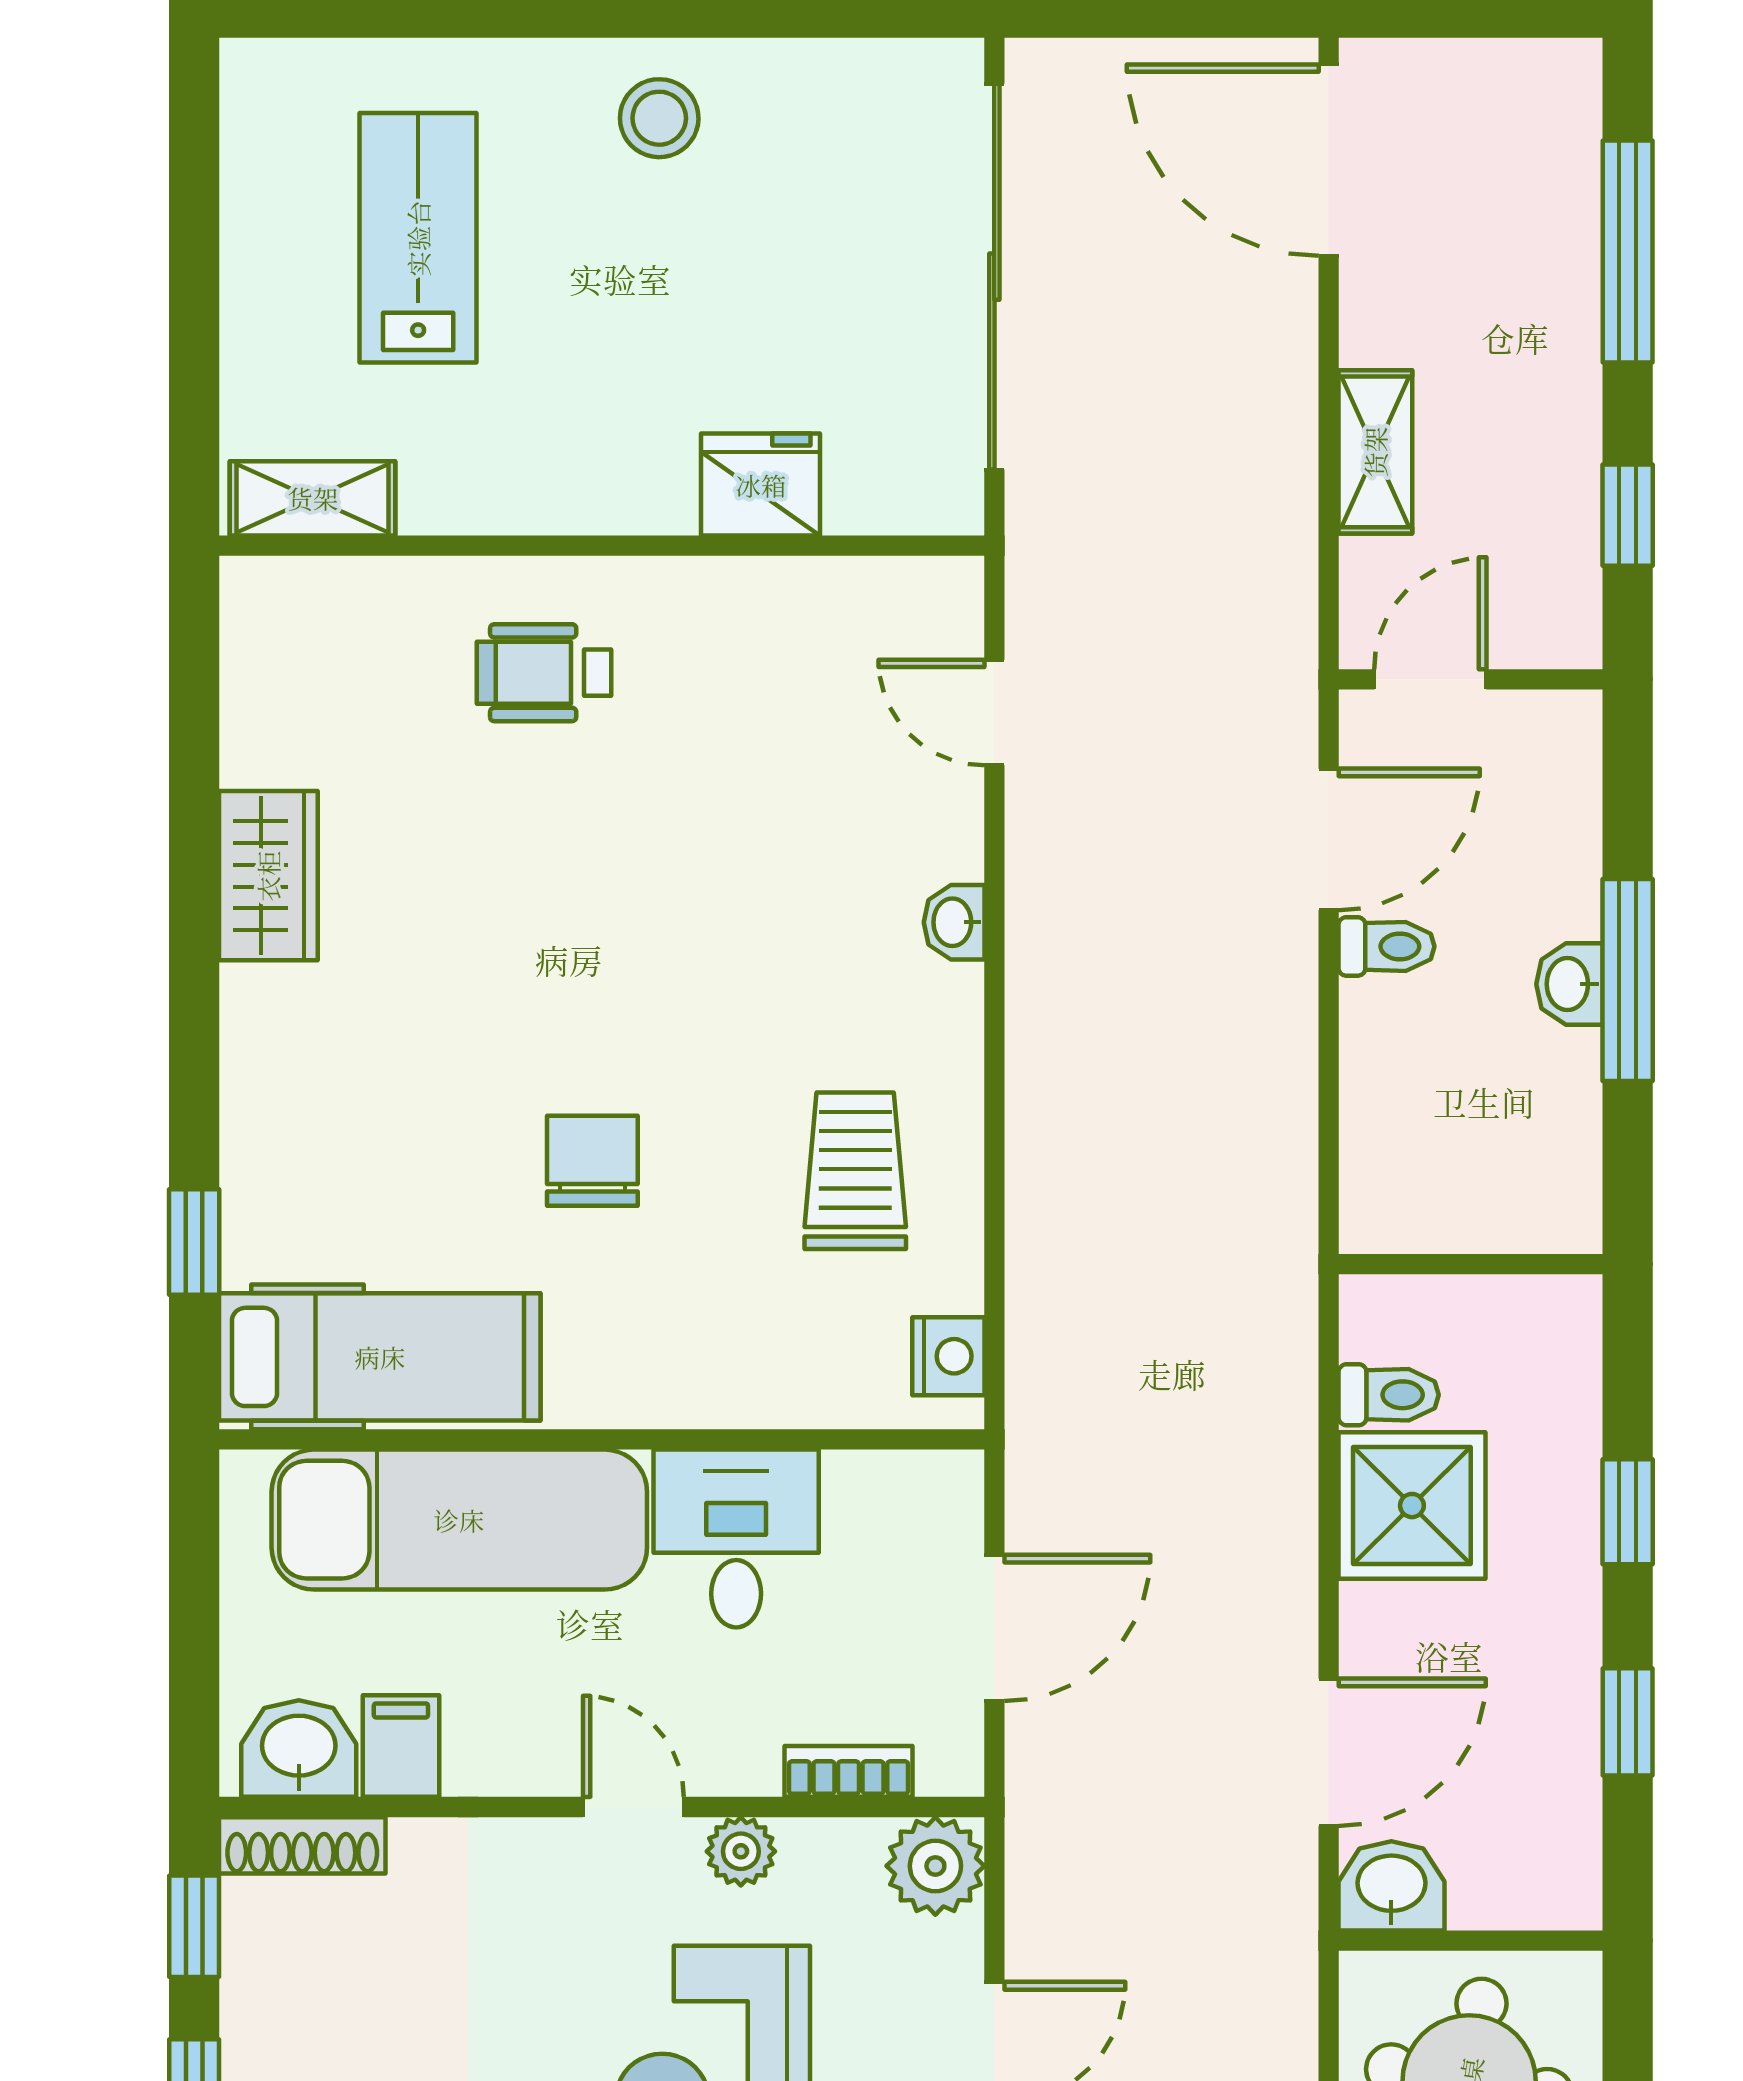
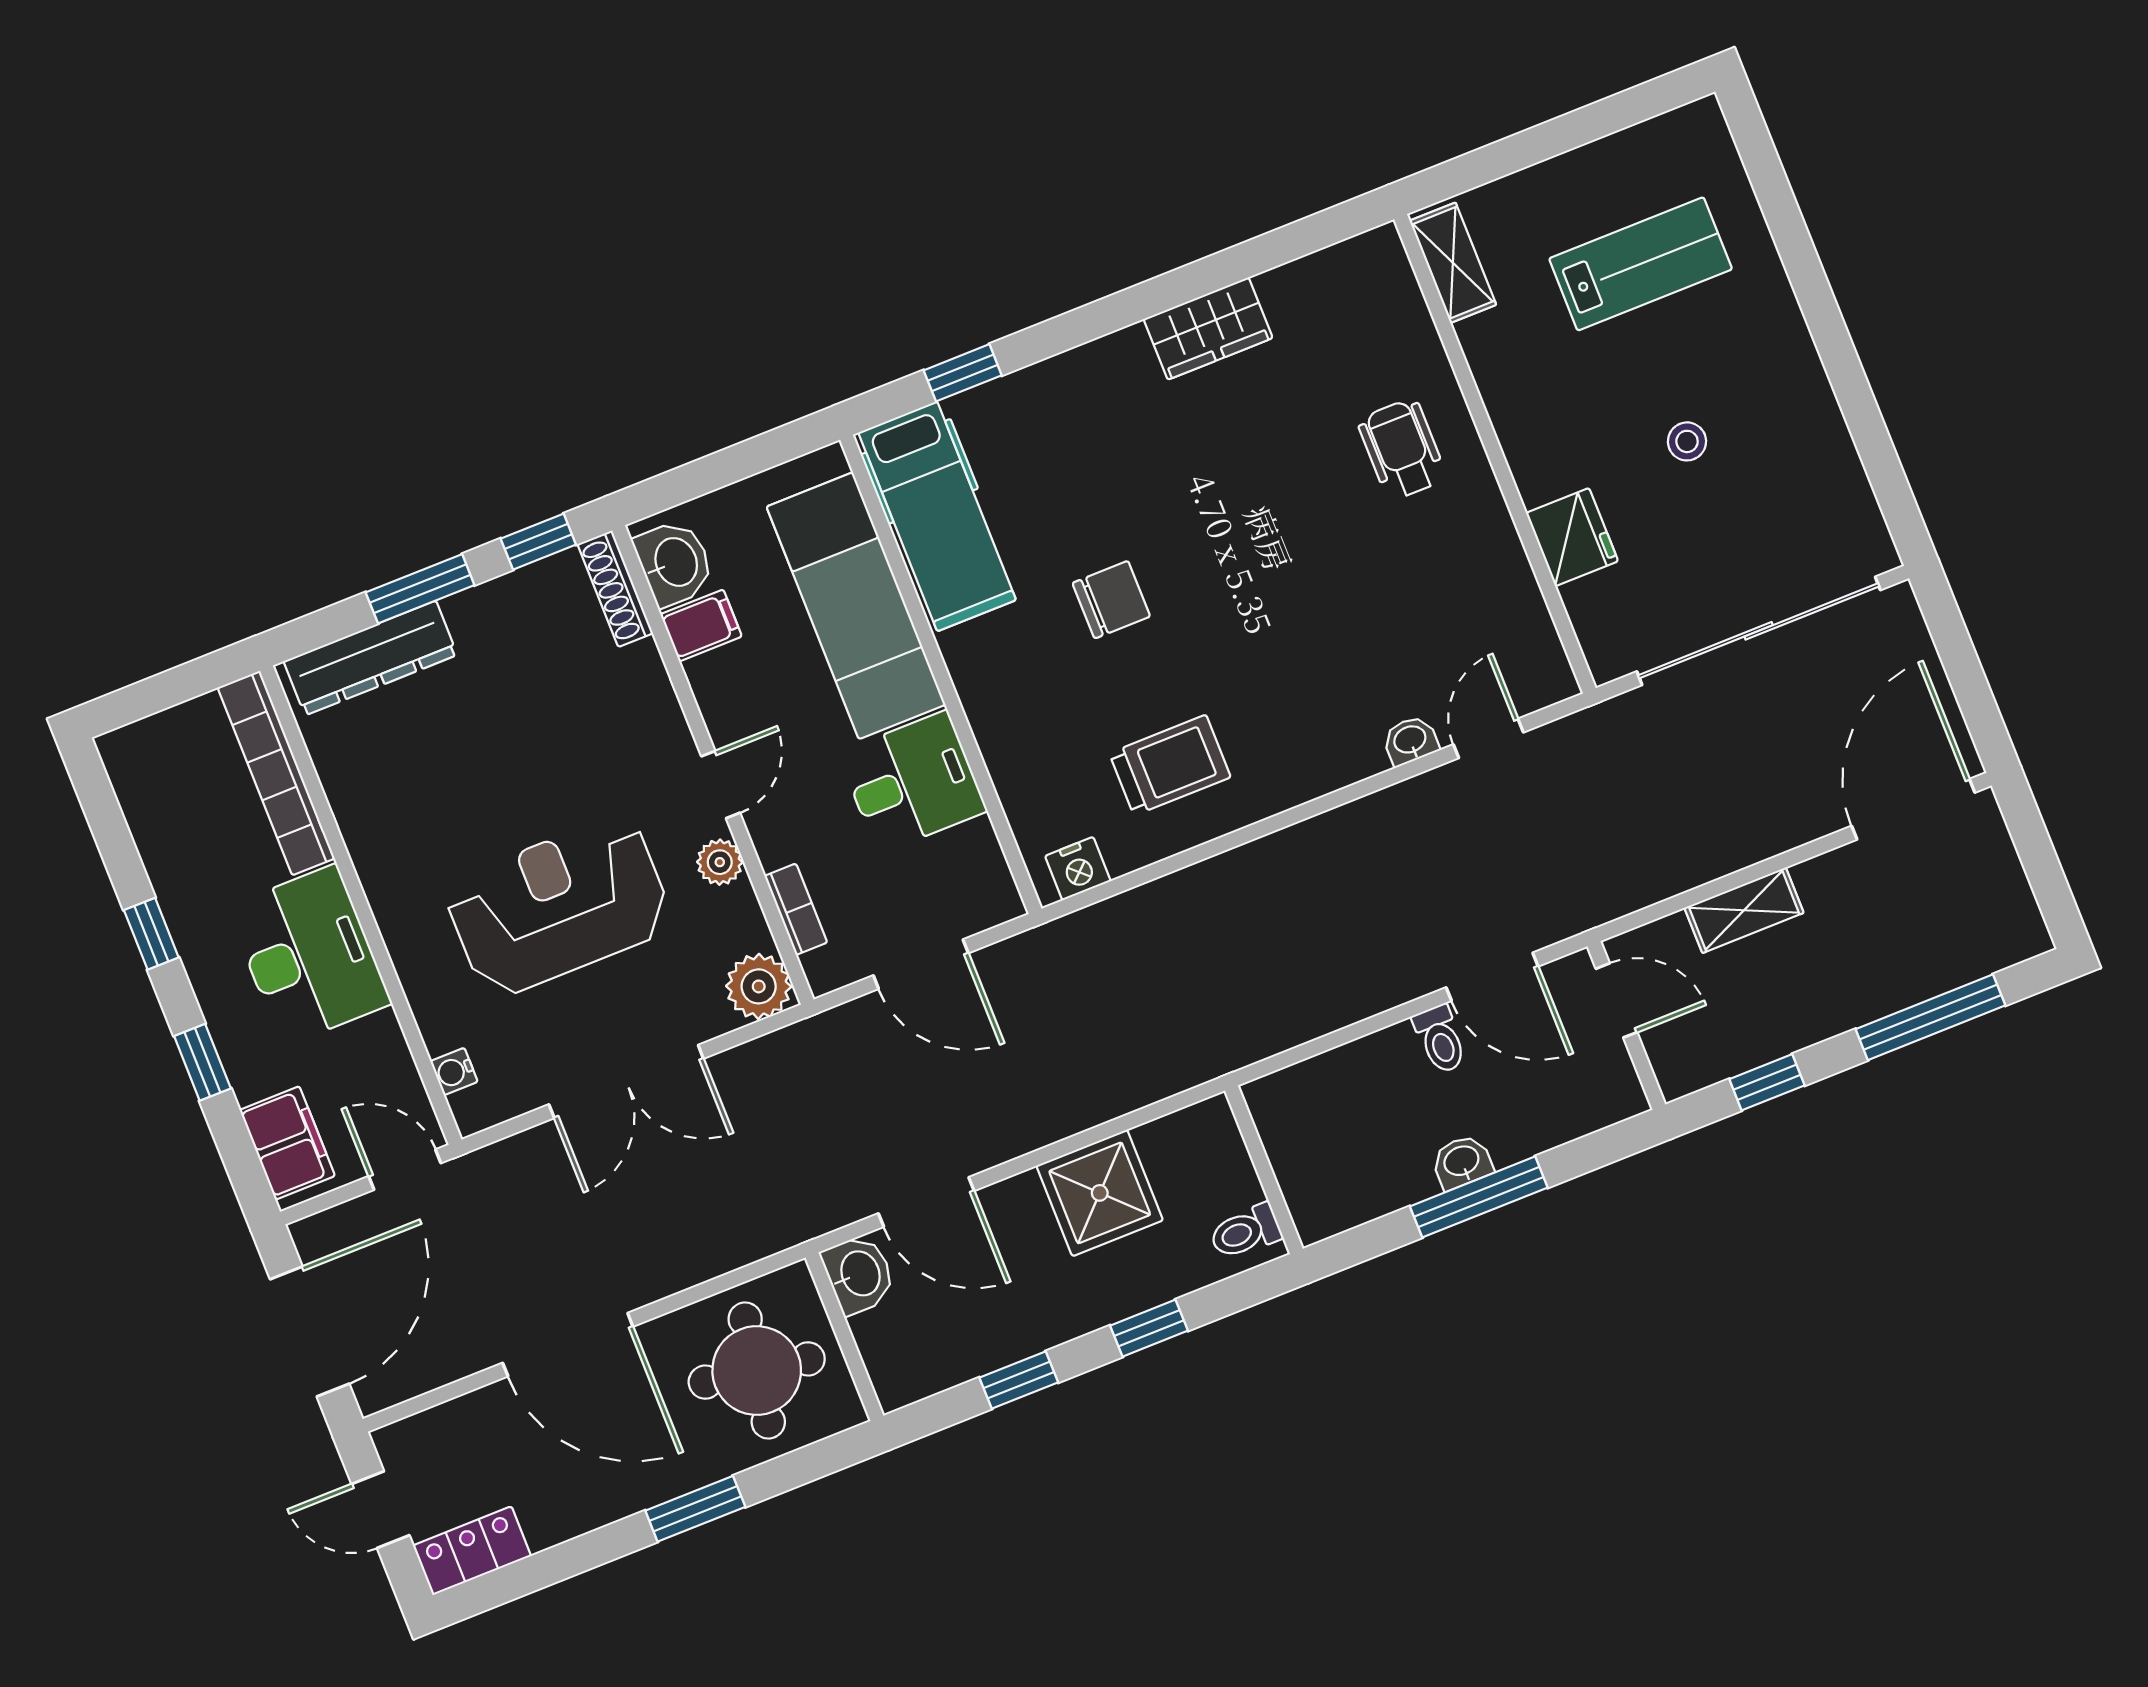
stool: (659, 118) -> (1687, 441), moved, width x0.73, depth x0.73
washbasin: (954, 922) -> (1410, 741), moved
toilet: (1389, 1395) -> (1245, 1232), moved, turned 90

